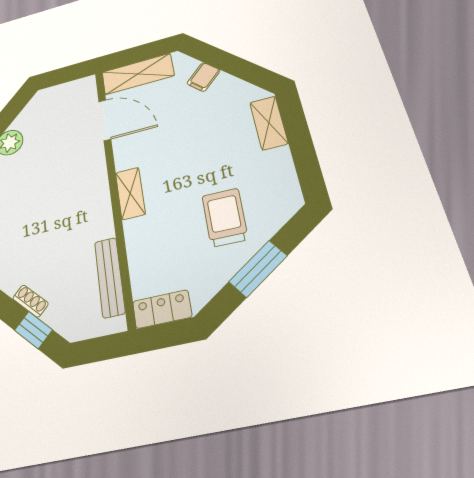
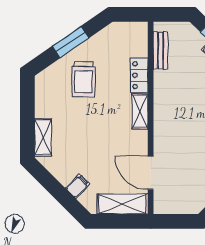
bench: (110, 277) -> (160, 51), width x0.73
locker: (162, 309) -> (139, 75), moved, turned 90

